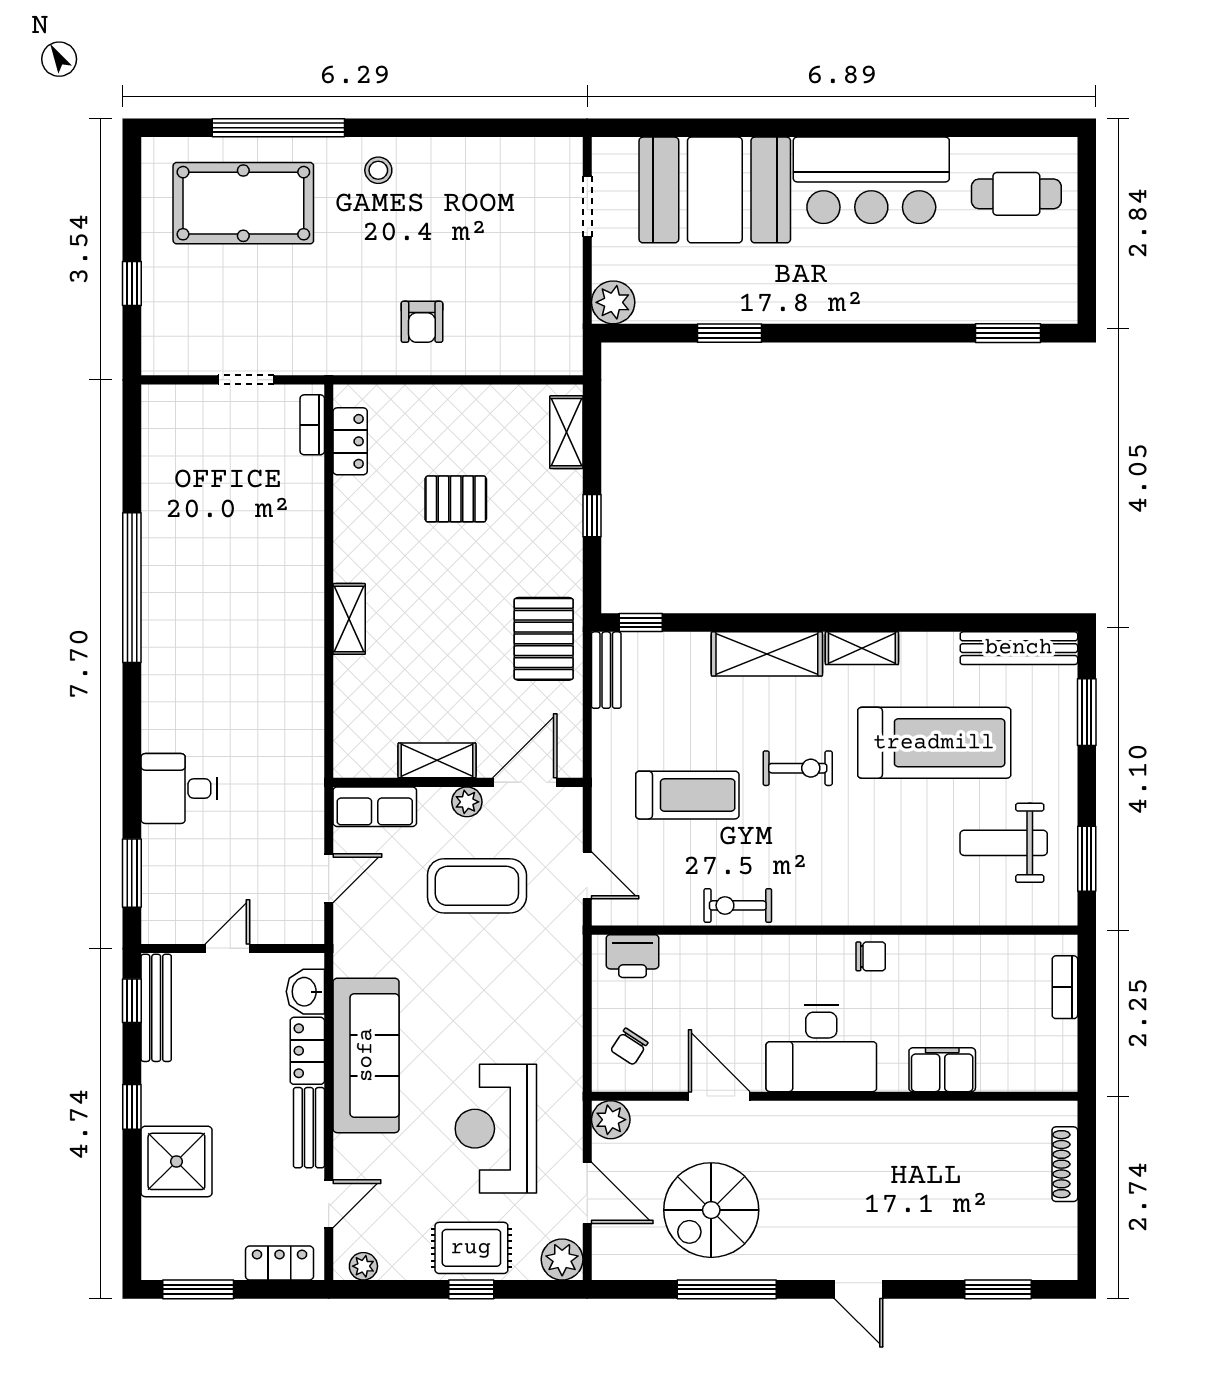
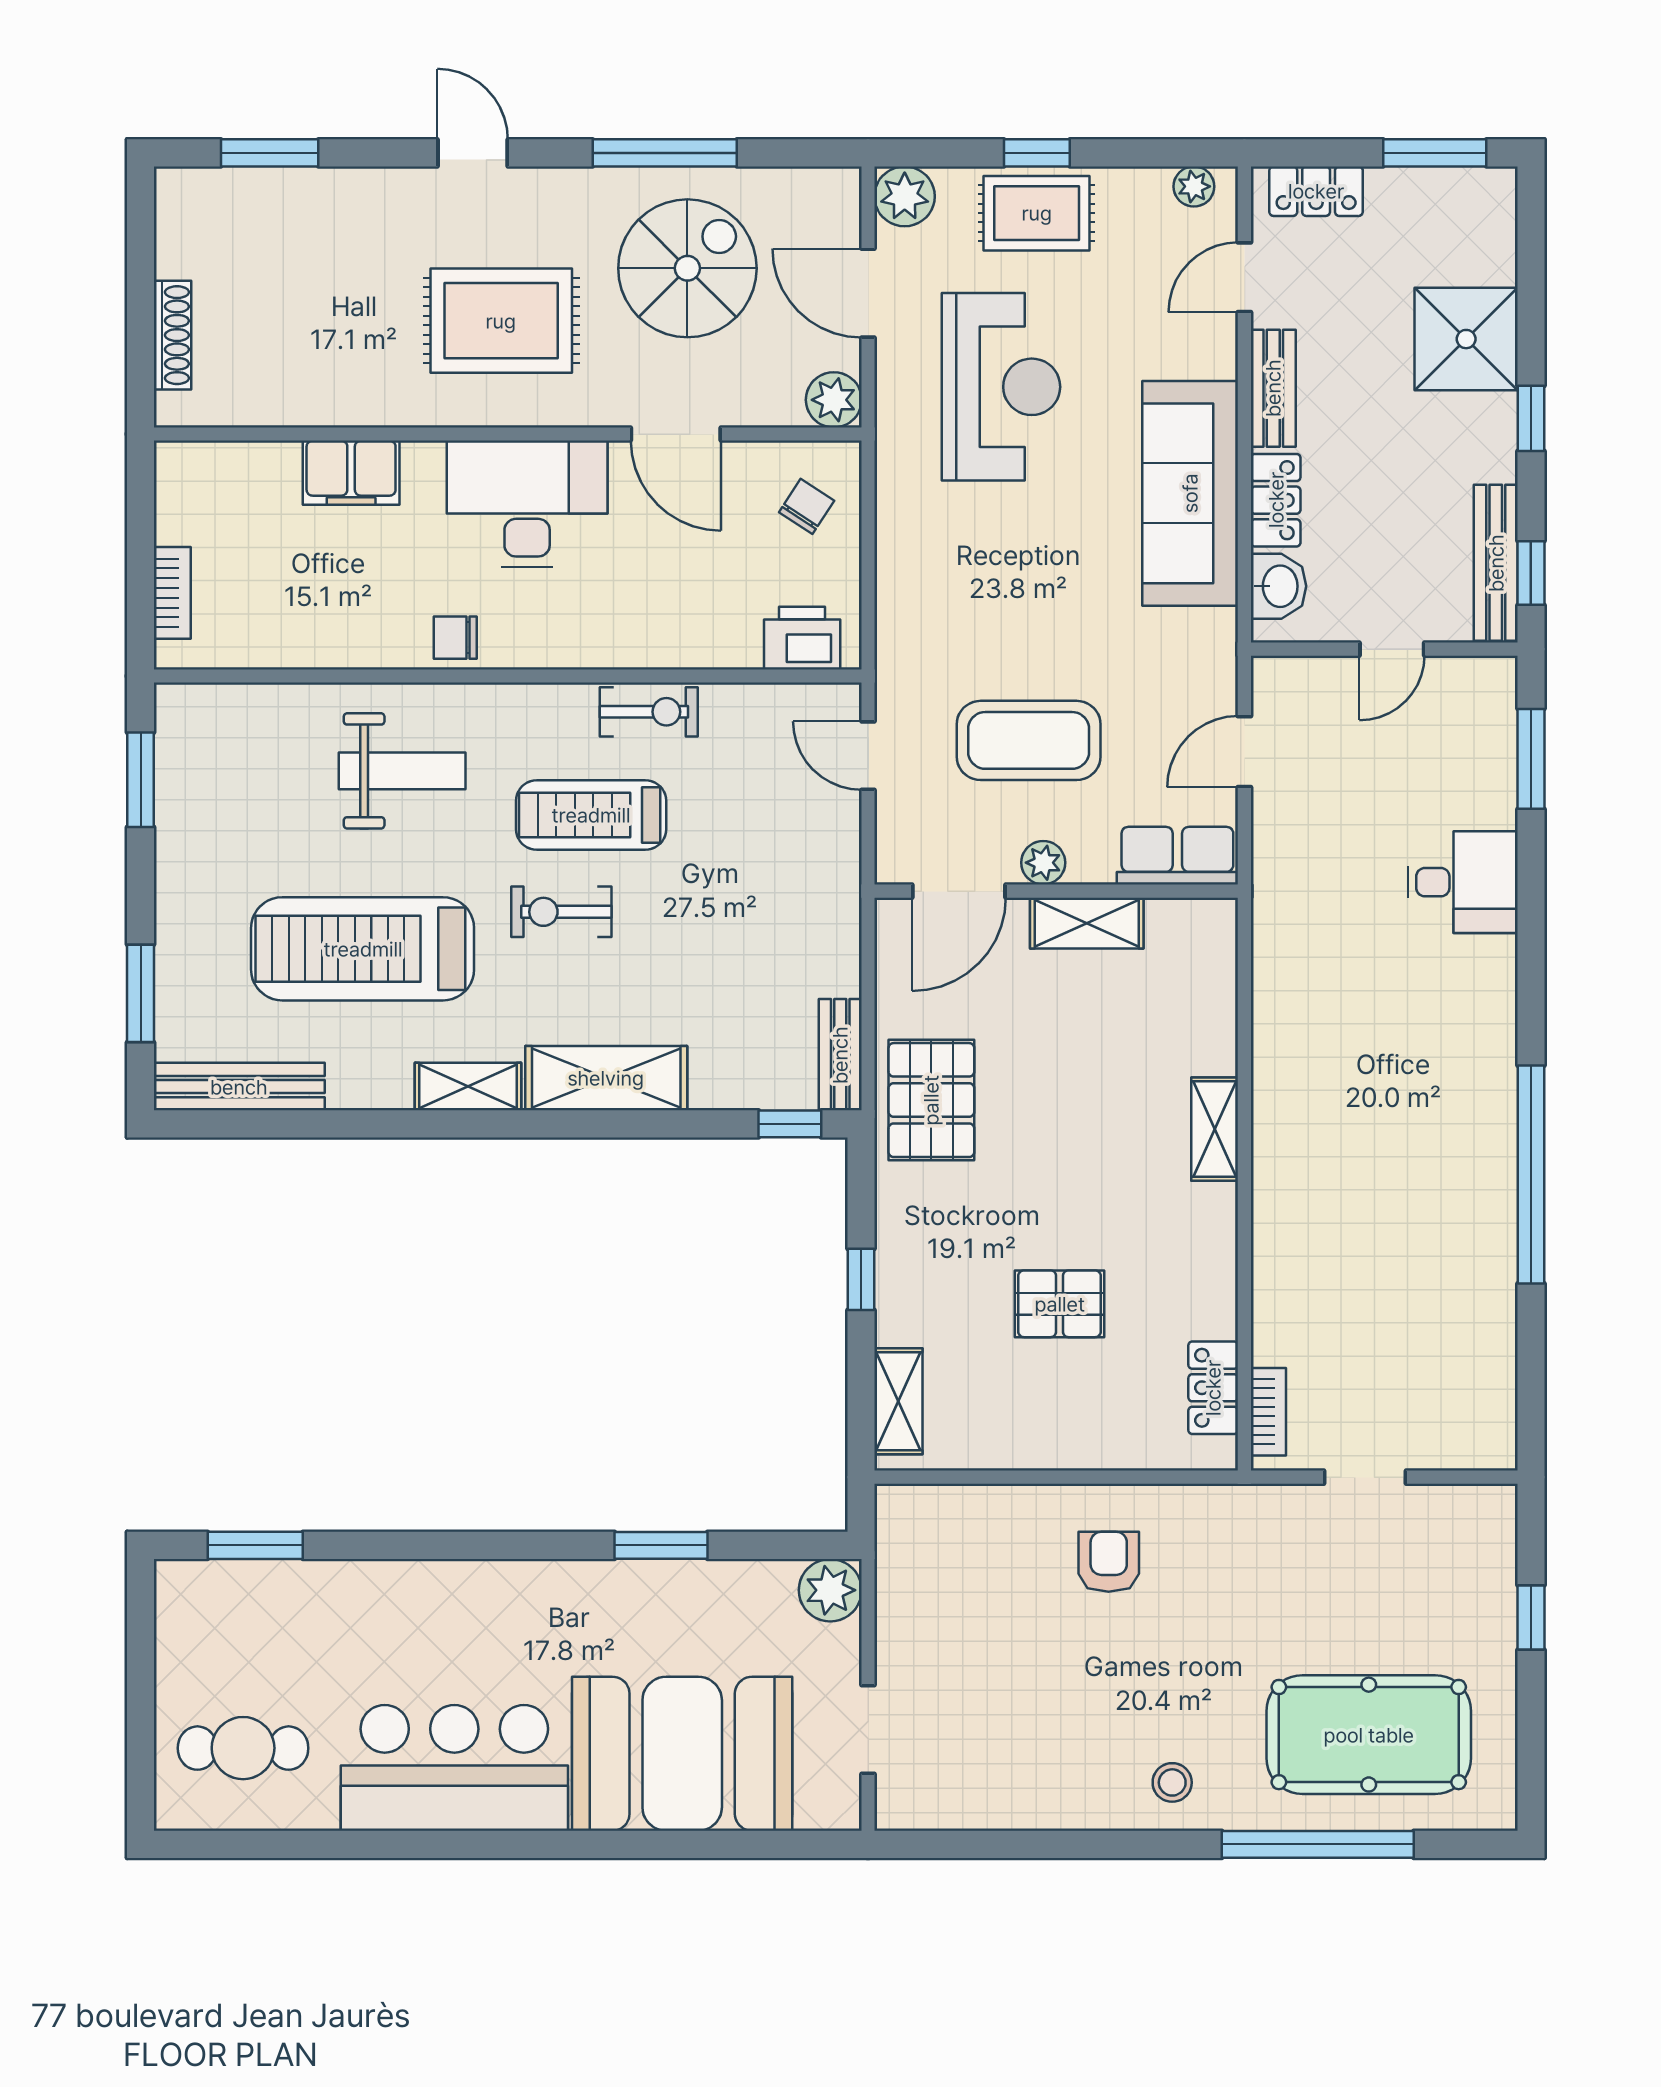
treadmill: (687, 795) -> (591, 815), moved
weight bench: (1004, 843) -> (402, 771), moved
rug: (839, 1174) -> (501, 321), added

